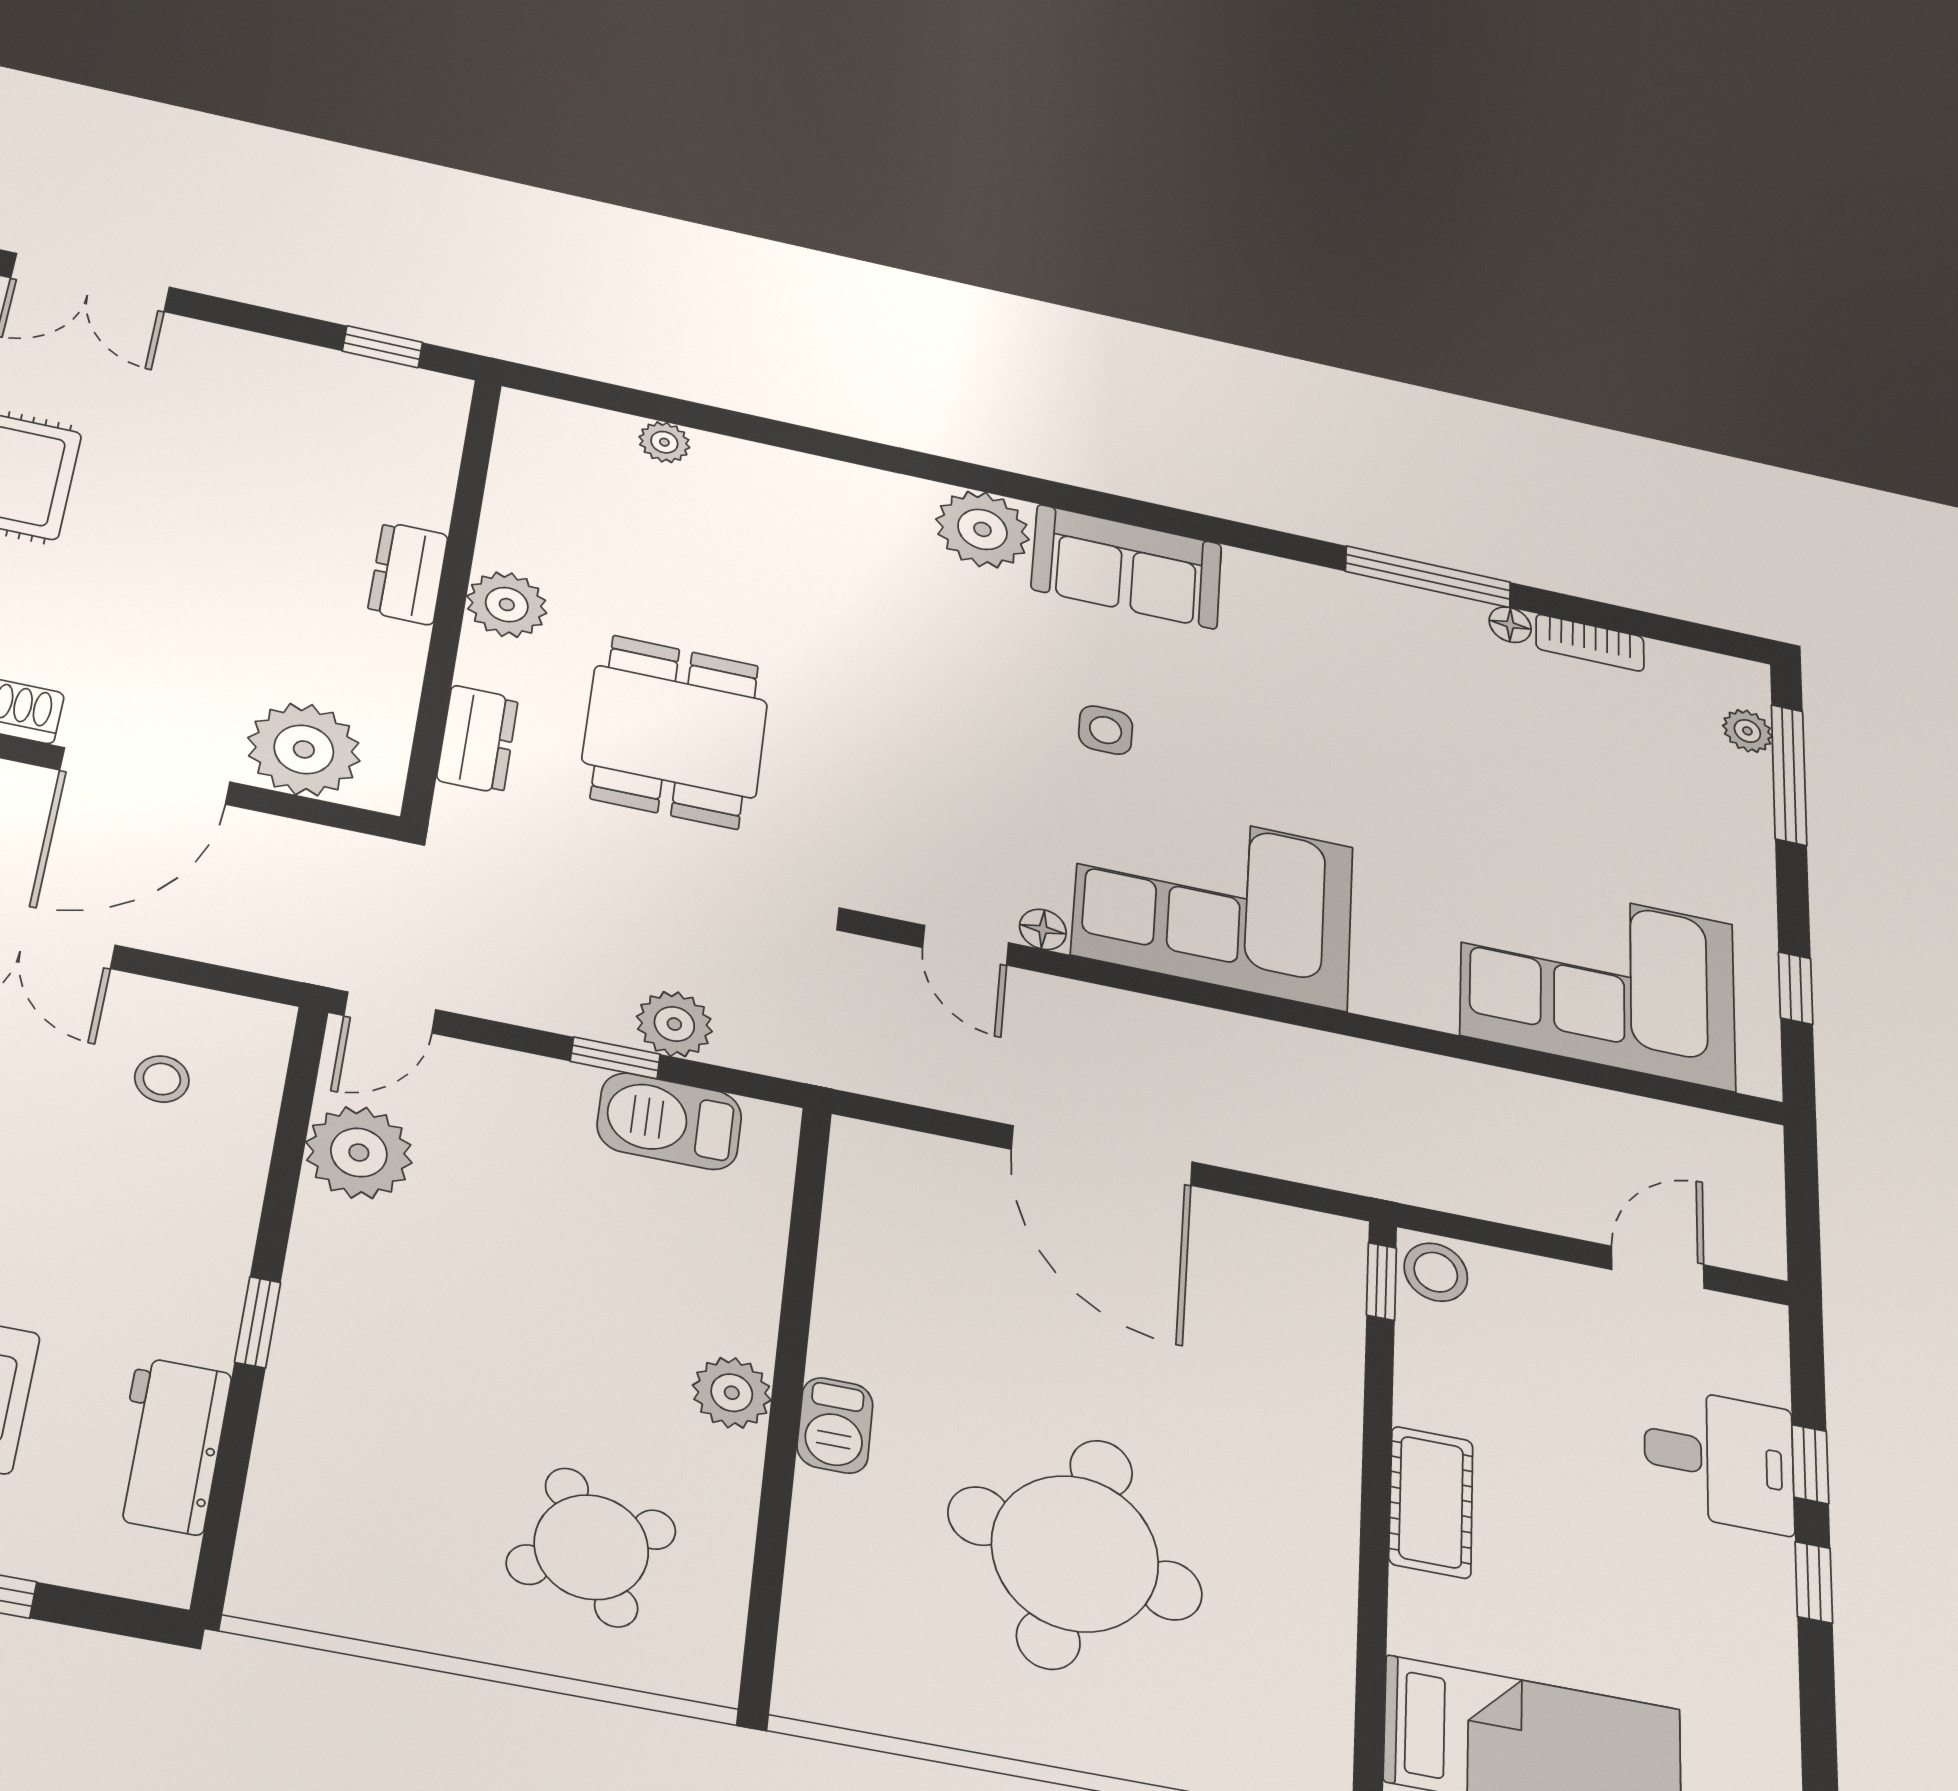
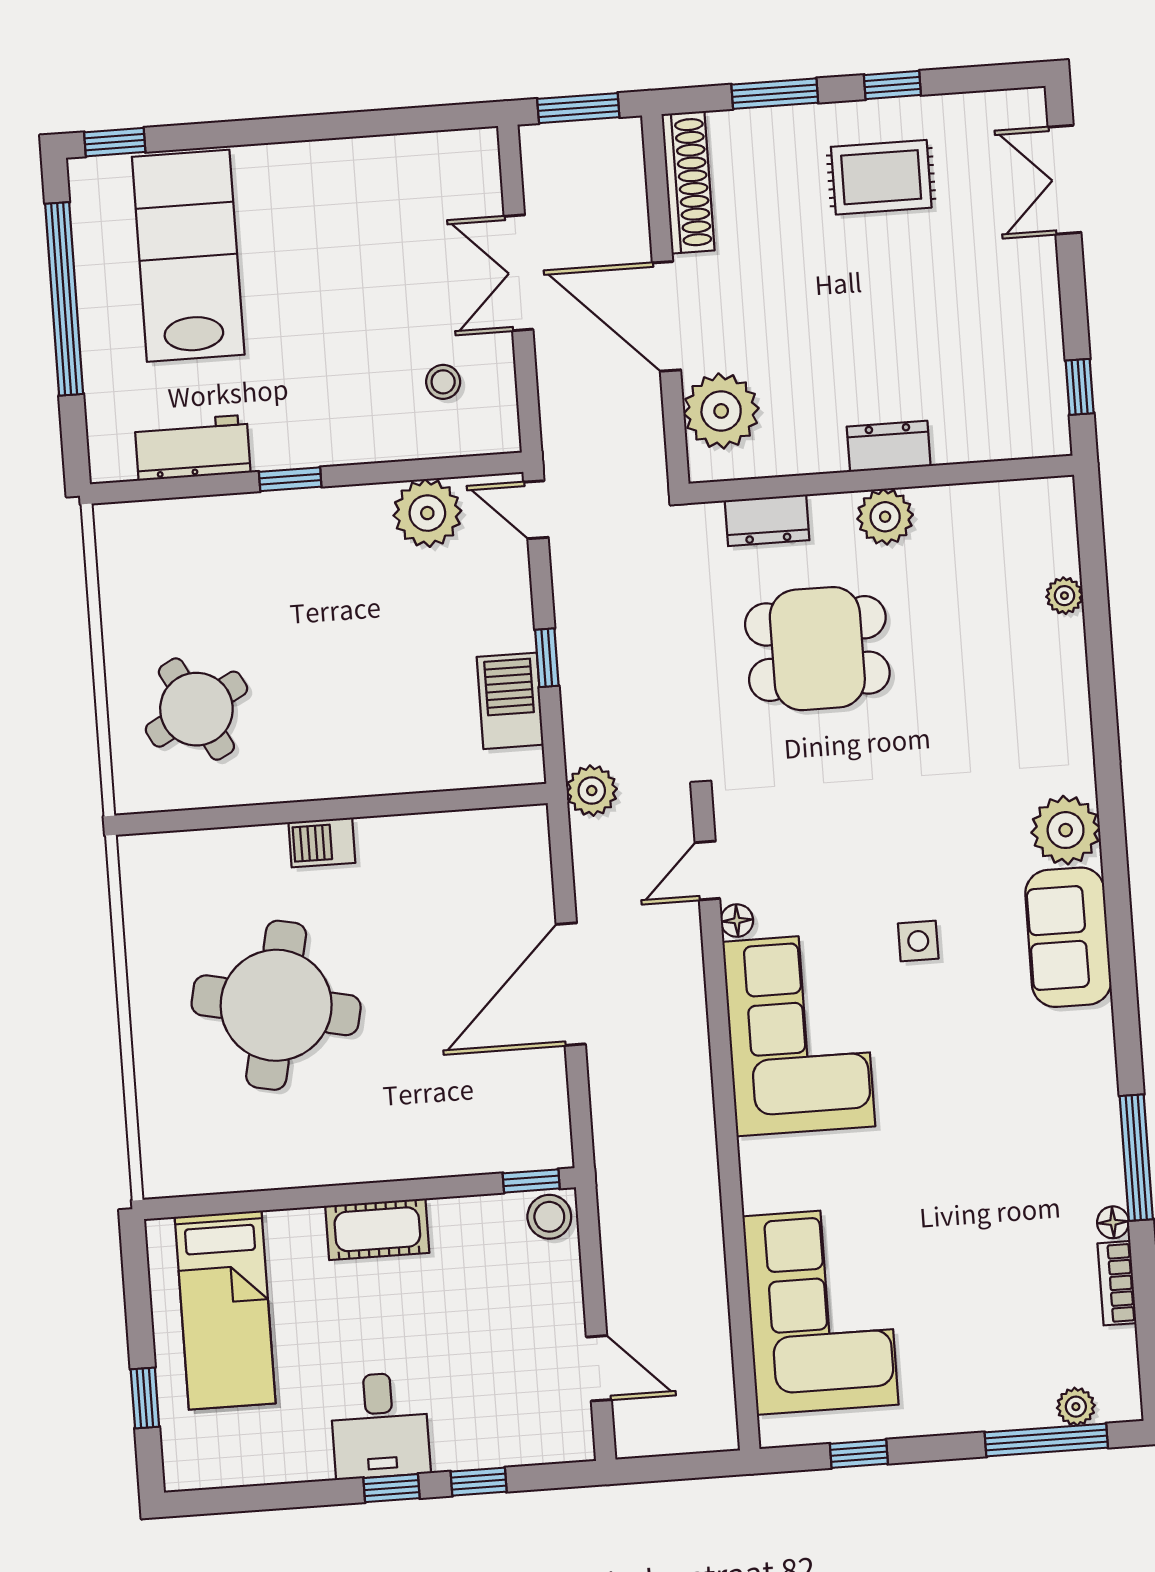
plant: (674, 1024) -> (592, 791), moved
plant: (732, 1393) -> (326, 775), removed
desk: (1719, 1459) -> (380, 1425), moved

